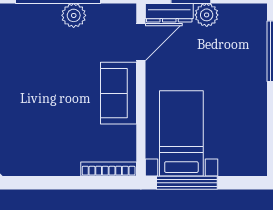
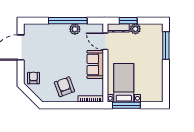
door: (141, 42) -> (105, 41), swing flipped
armchair: (51, 142) -> (64, 87), added

